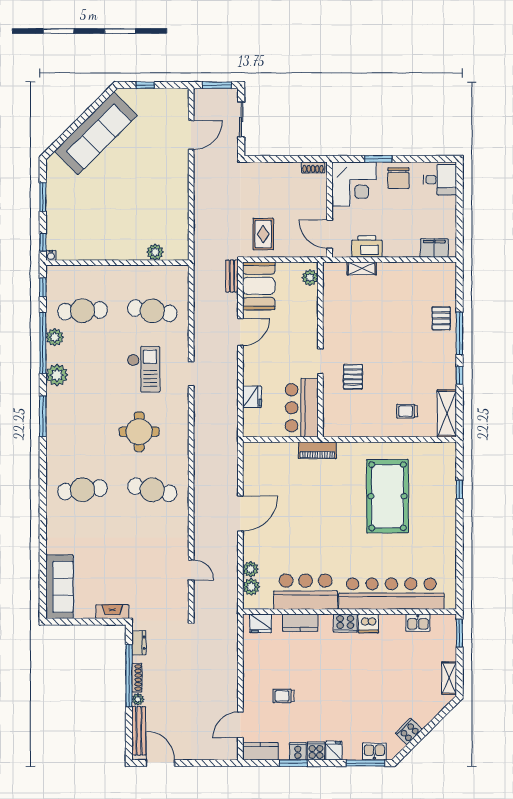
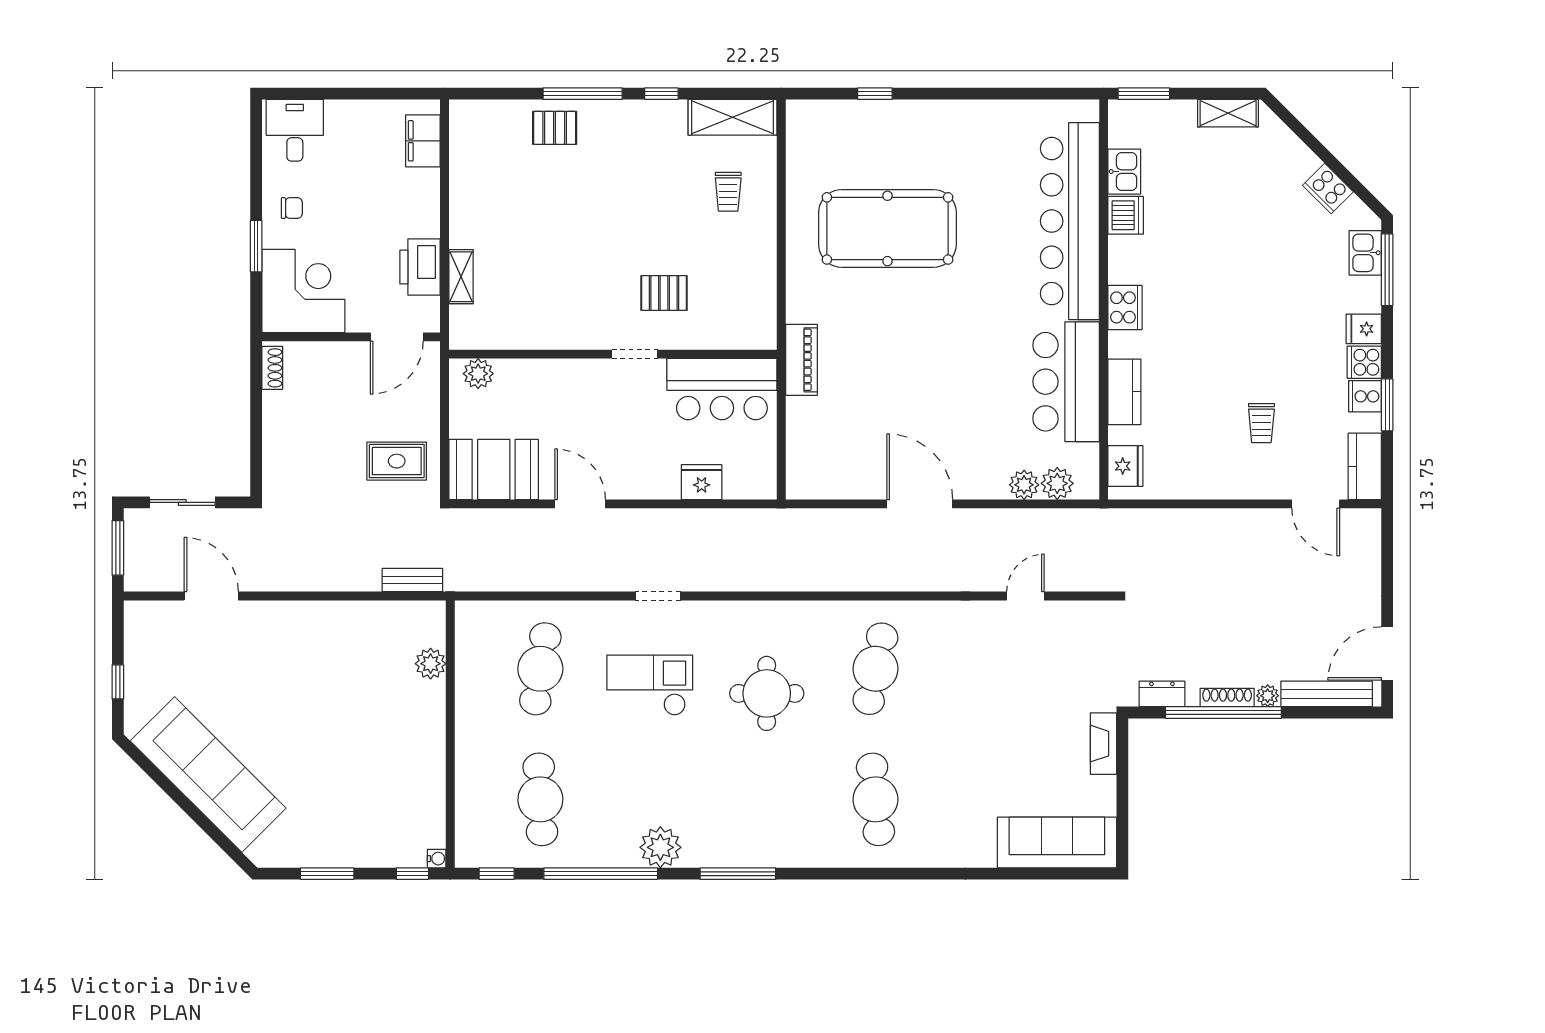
chair: (398, 178) -> (292, 208), width x0.54, depth x0.54
bench: (232, 276) -> (412, 580), moved
plant: (55, 337) -> (590, 851), removed
dishwasher: (368, 623) -> (1126, 215), moved

